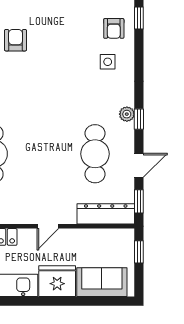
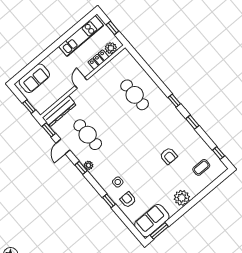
window: (139, 18) -> (109, 201), moved
fridge: (57, 281) -> (55, 61), removed

